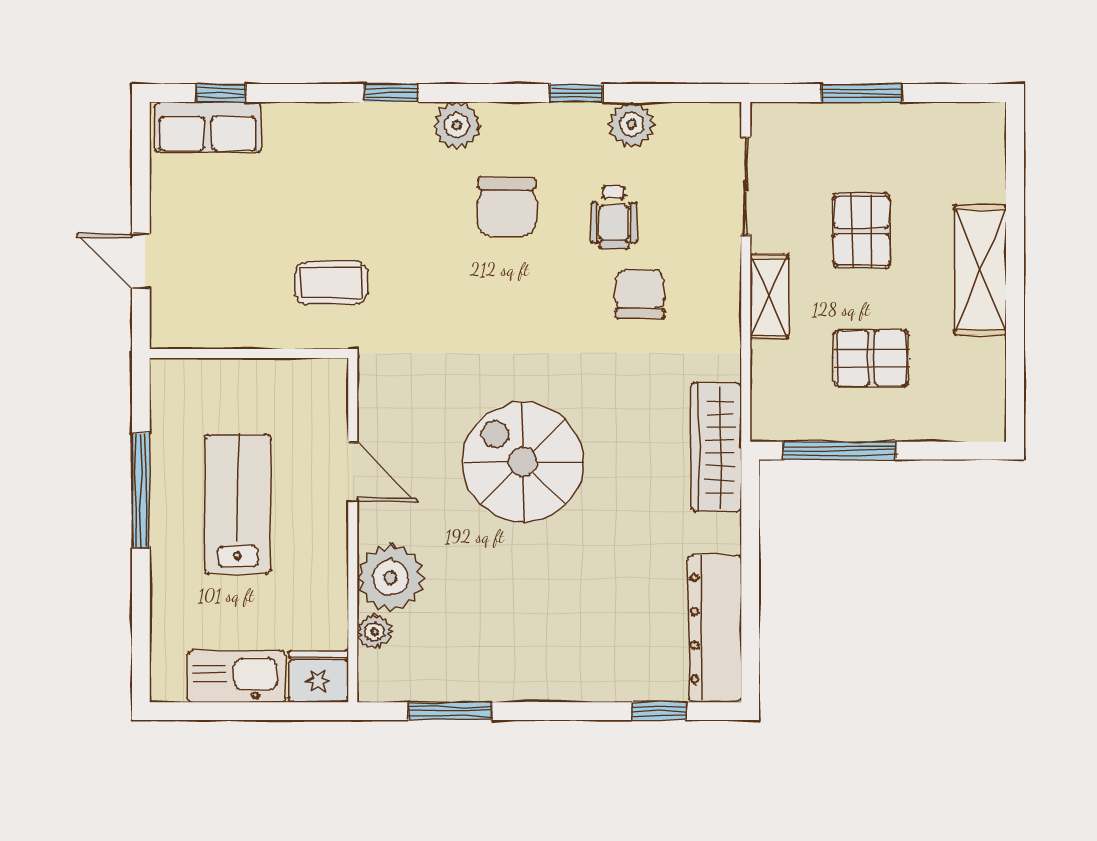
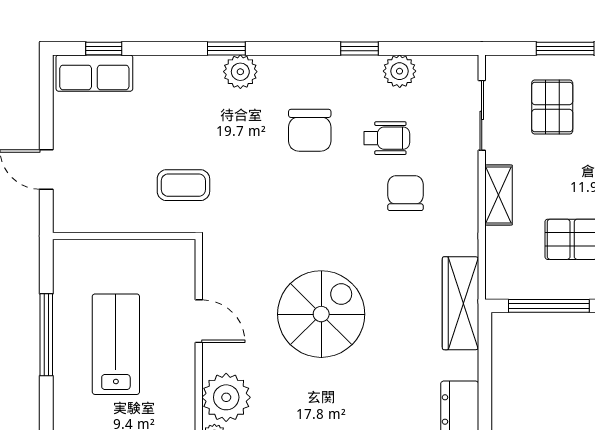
plant: (457, 125) -> (240, 72), moved
wheelchair: (614, 218) -> (387, 138), turned -90
pallet: (862, 231) -> (552, 107), moved
spiral stairs: (523, 462) -> (321, 314), turned 90

